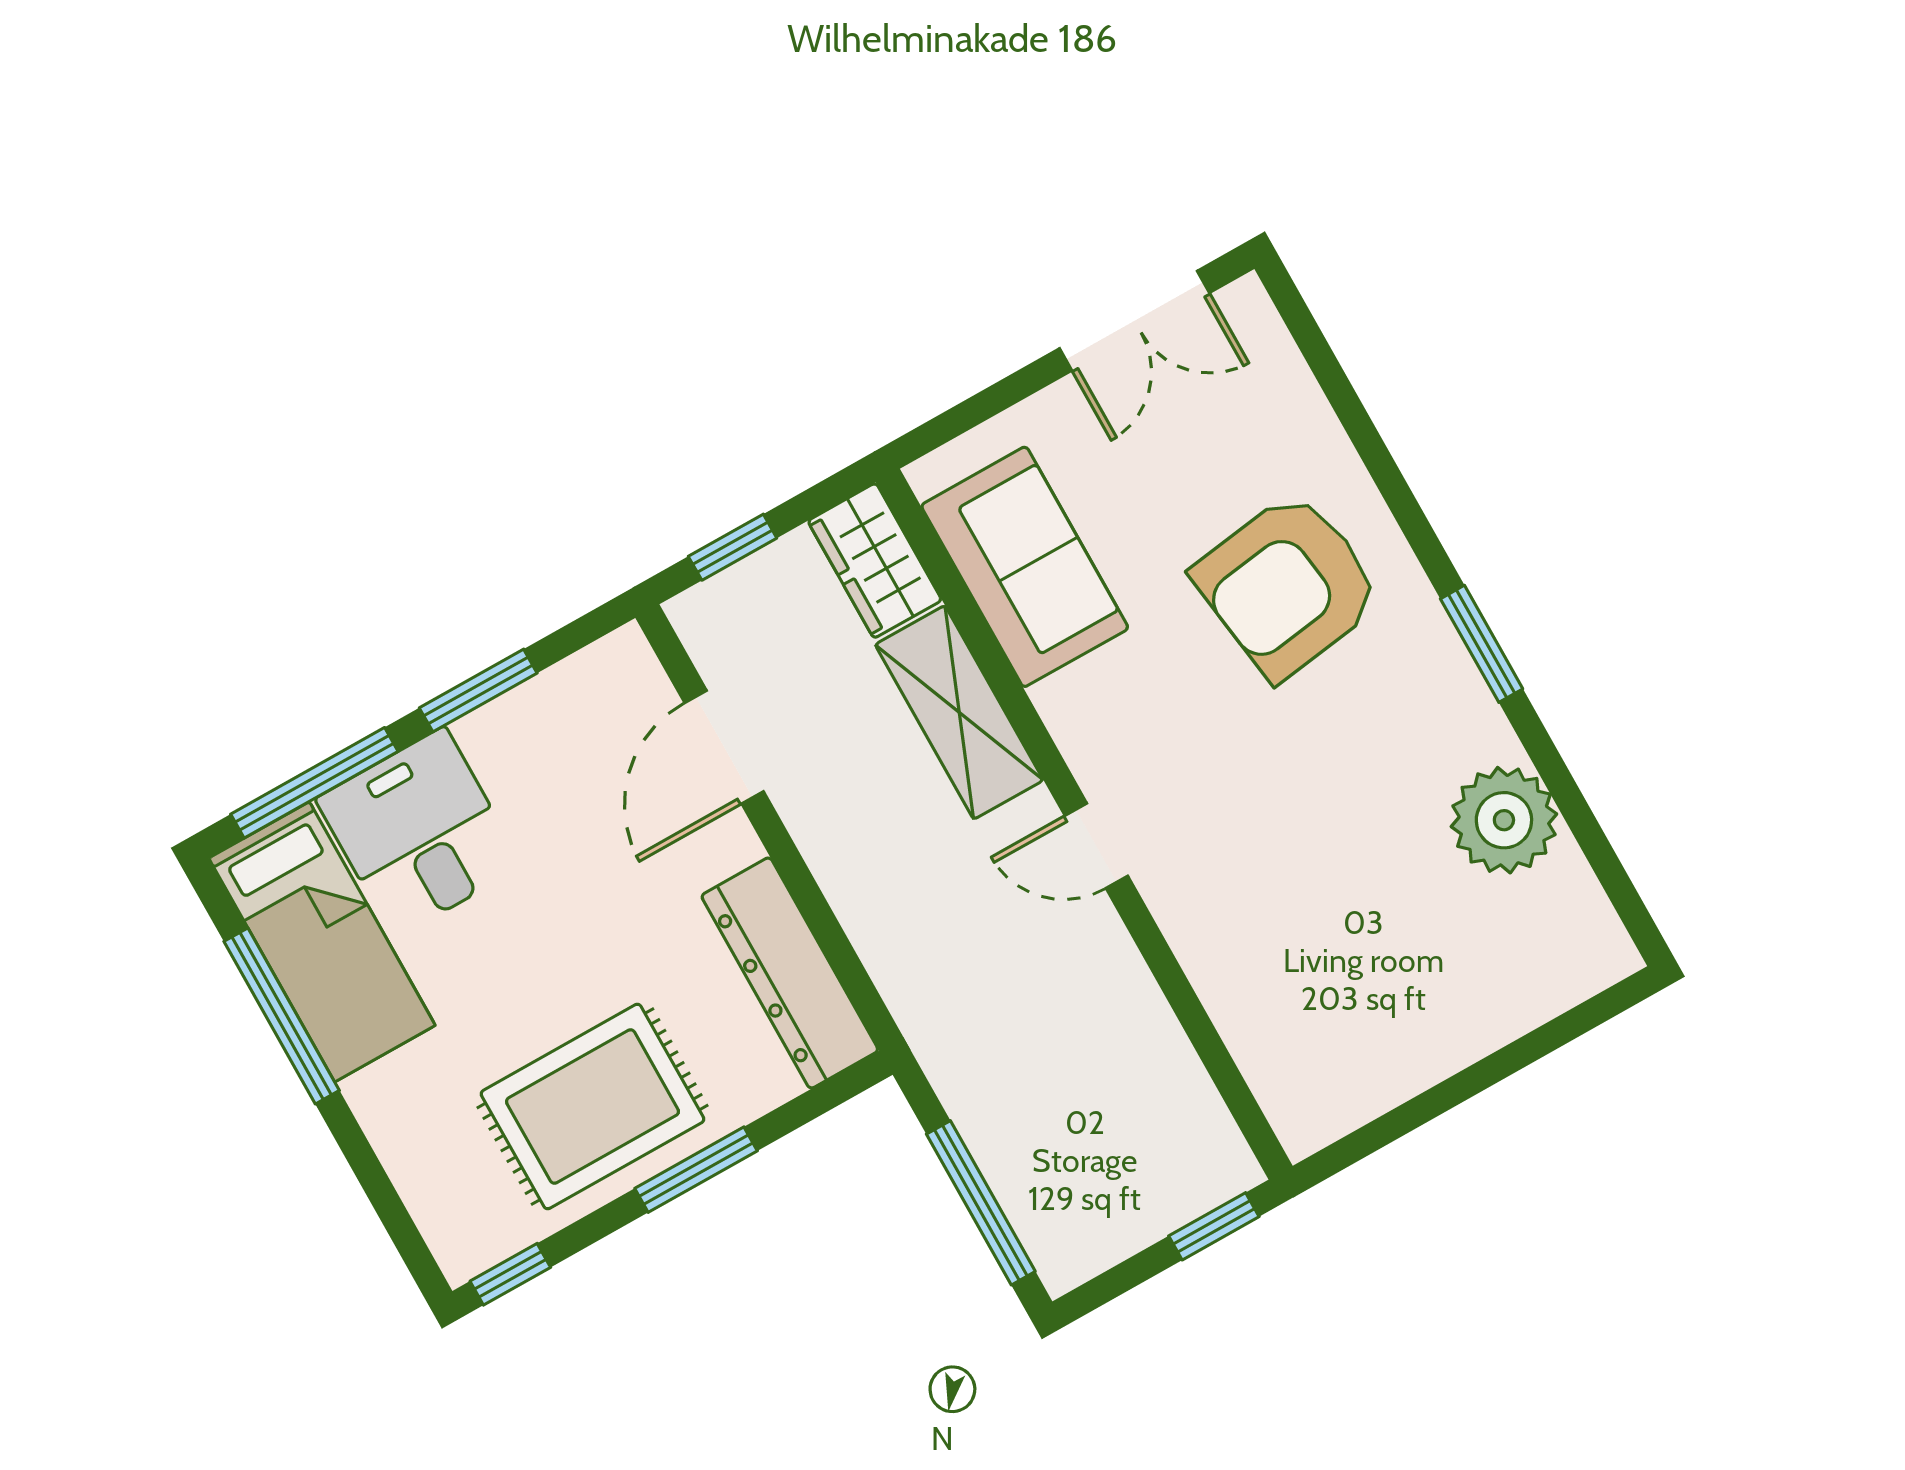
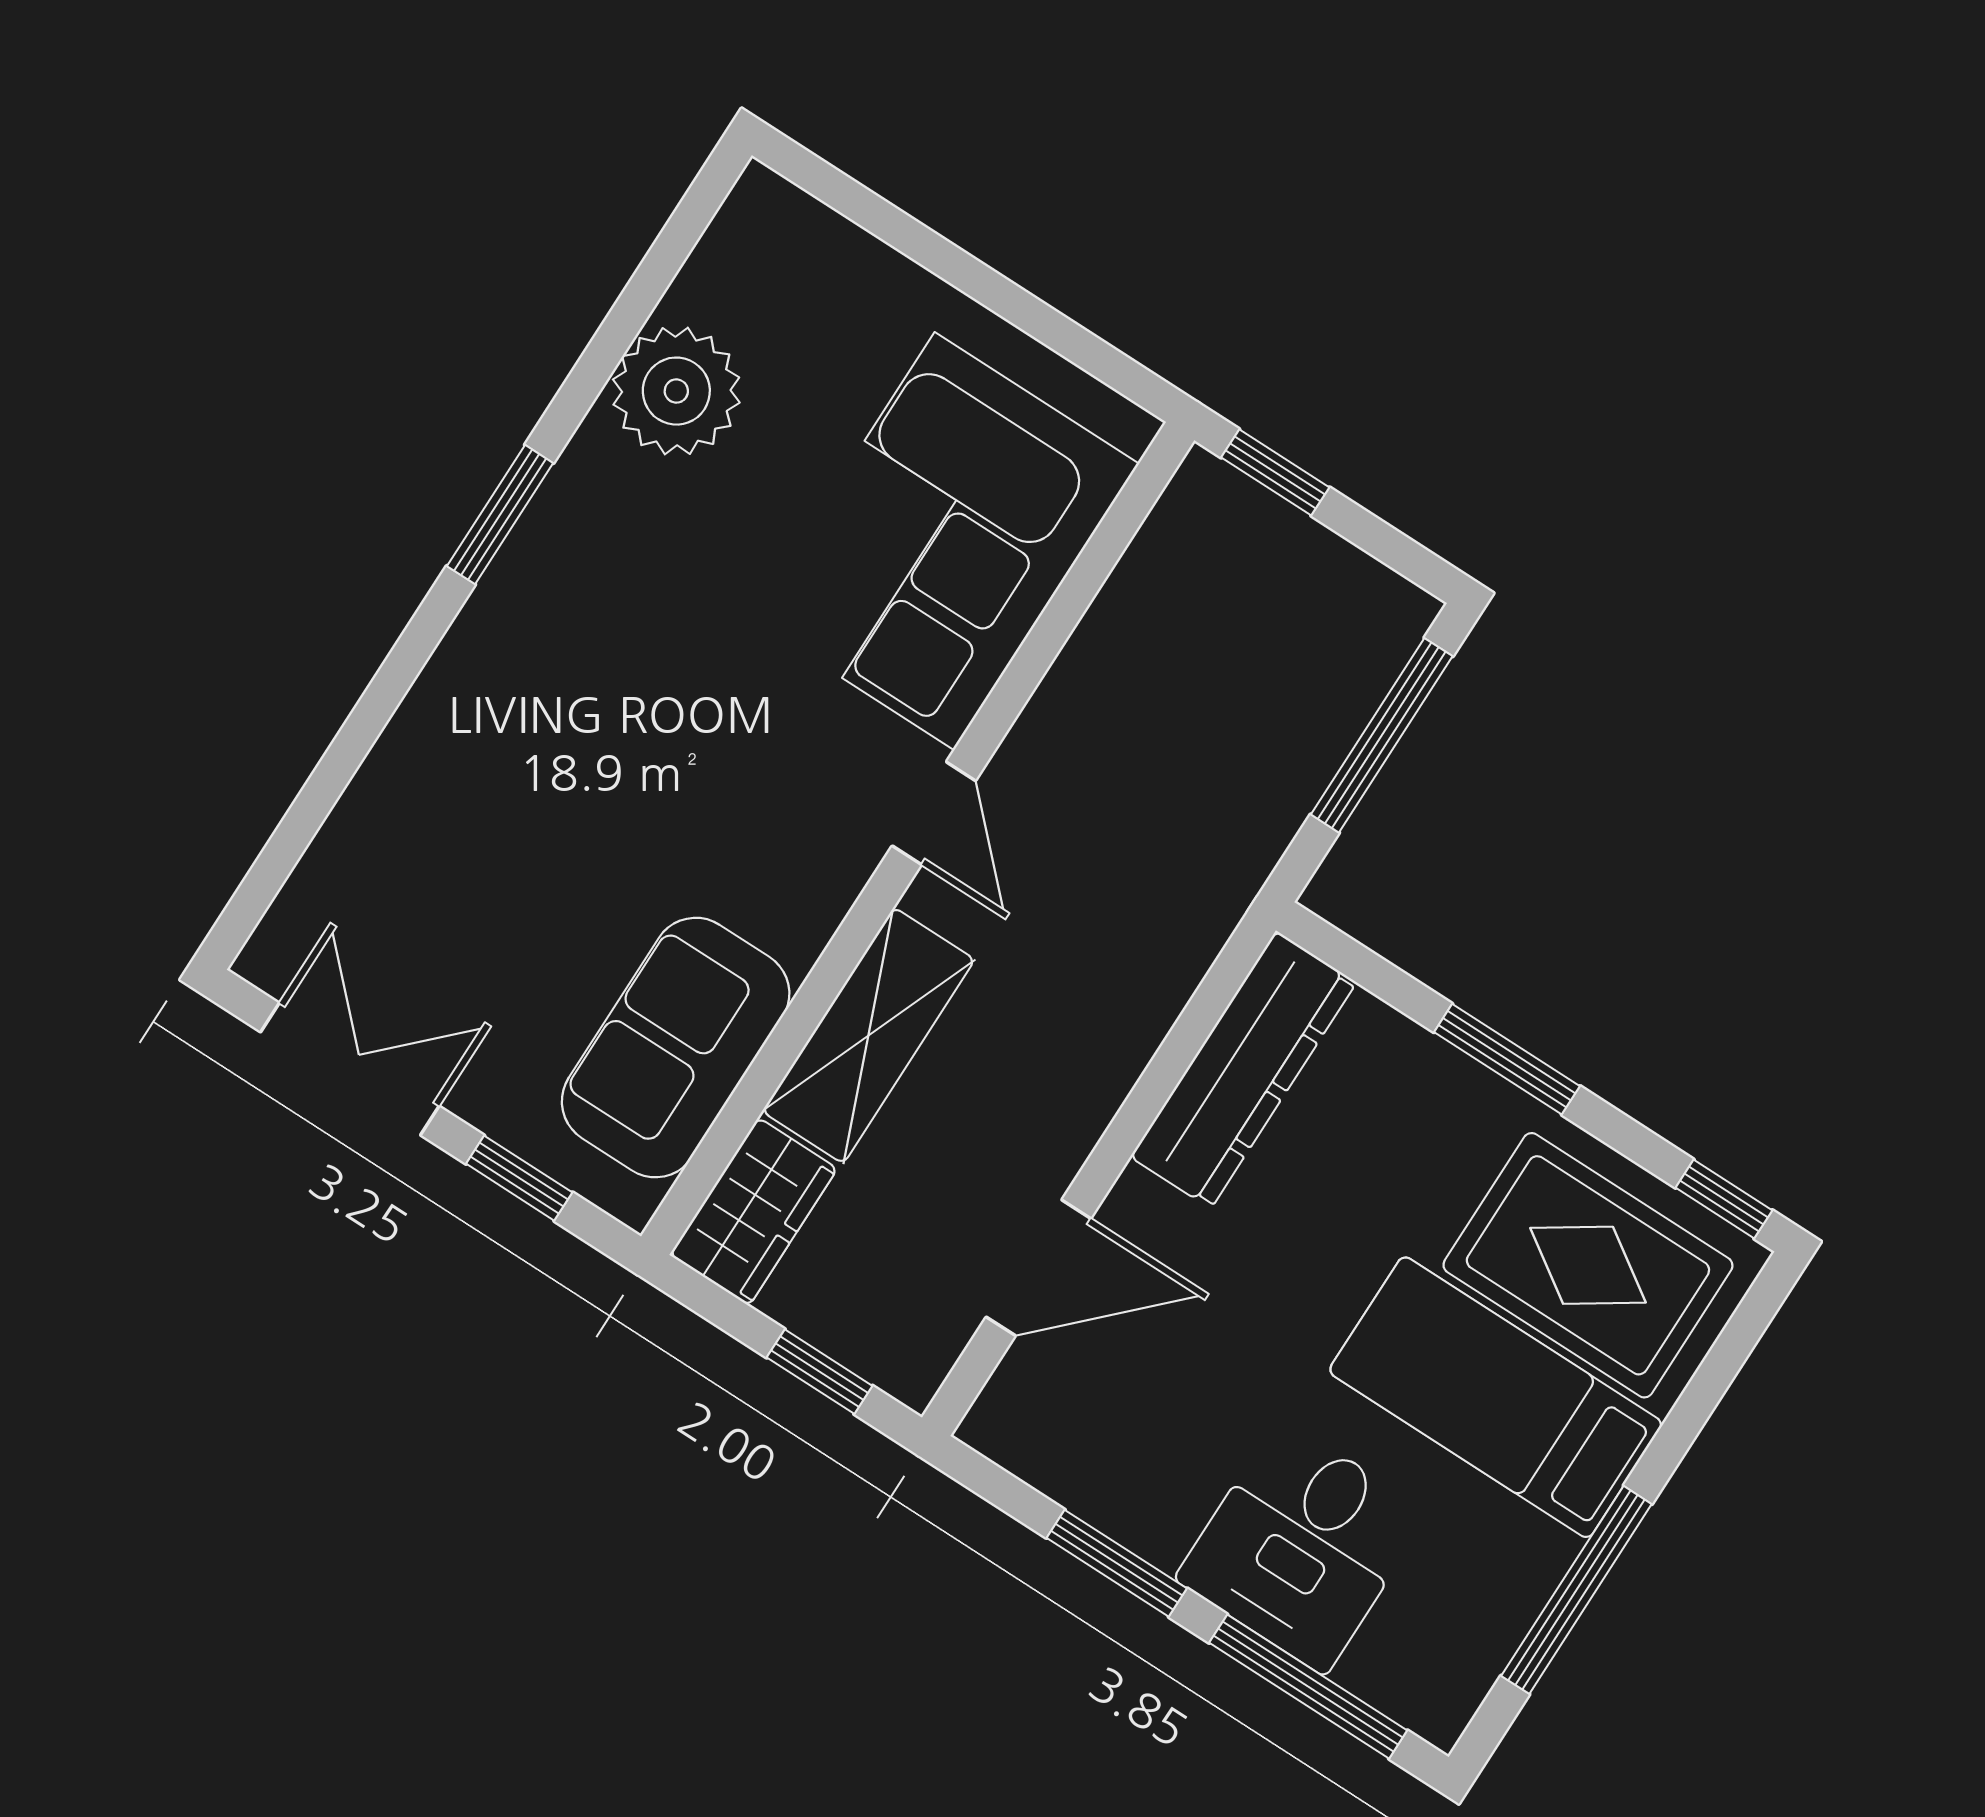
window: (990, 402) -> (519, 1178), added
armchair: (1288, 585) -> (547, 755), removed
bed: (322, 942) -> (1496, 1397), moved, turned -90
corner sofa: (1291, 958) -> (945, 541), added
rug: (592, 1107) -> (1588, 1265), moved

